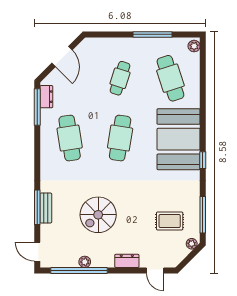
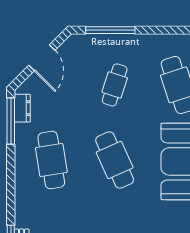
window: (153, 34) -> (110, 30), moved
cafe table: (120, 138) -> (115, 160), turned -33

